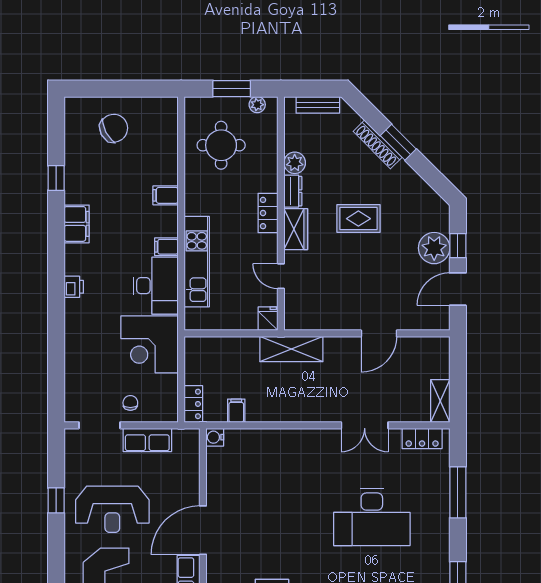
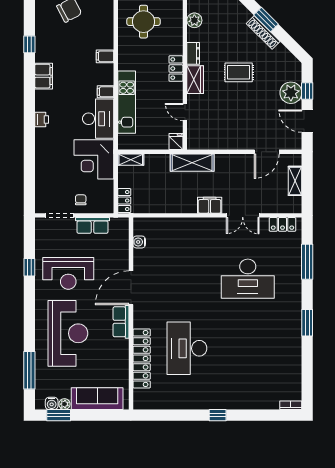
shoe rack: (378, 144) -> (263, 33), moved
plant: (295, 163) -> (194, 20), moved
door: (458, 289) -> (307, 121), hinge flipped
door: (379, 333) -> (267, 152), moved
shelving: (203, 345) -> (131, 160), added
shelving: (440, 401) -> (295, 181), moved
filing cabinet: (236, 411) -> (210, 205), moved, width x2.00
water cooler: (215, 437) -> (139, 242), moved

